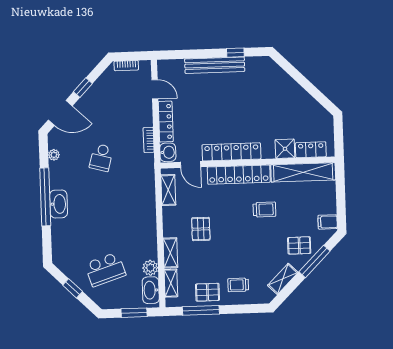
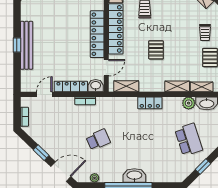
window: (235, 53) -> (17, 45), moved
door: (60, 113) -> (61, 172), hinge flipped
school desk: (101, 158) -> (98, 140), turned -39
locker: (149, 220) -> (150, 103), added
pallet: (201, 229) -> (156, 50), moved, turned 90

